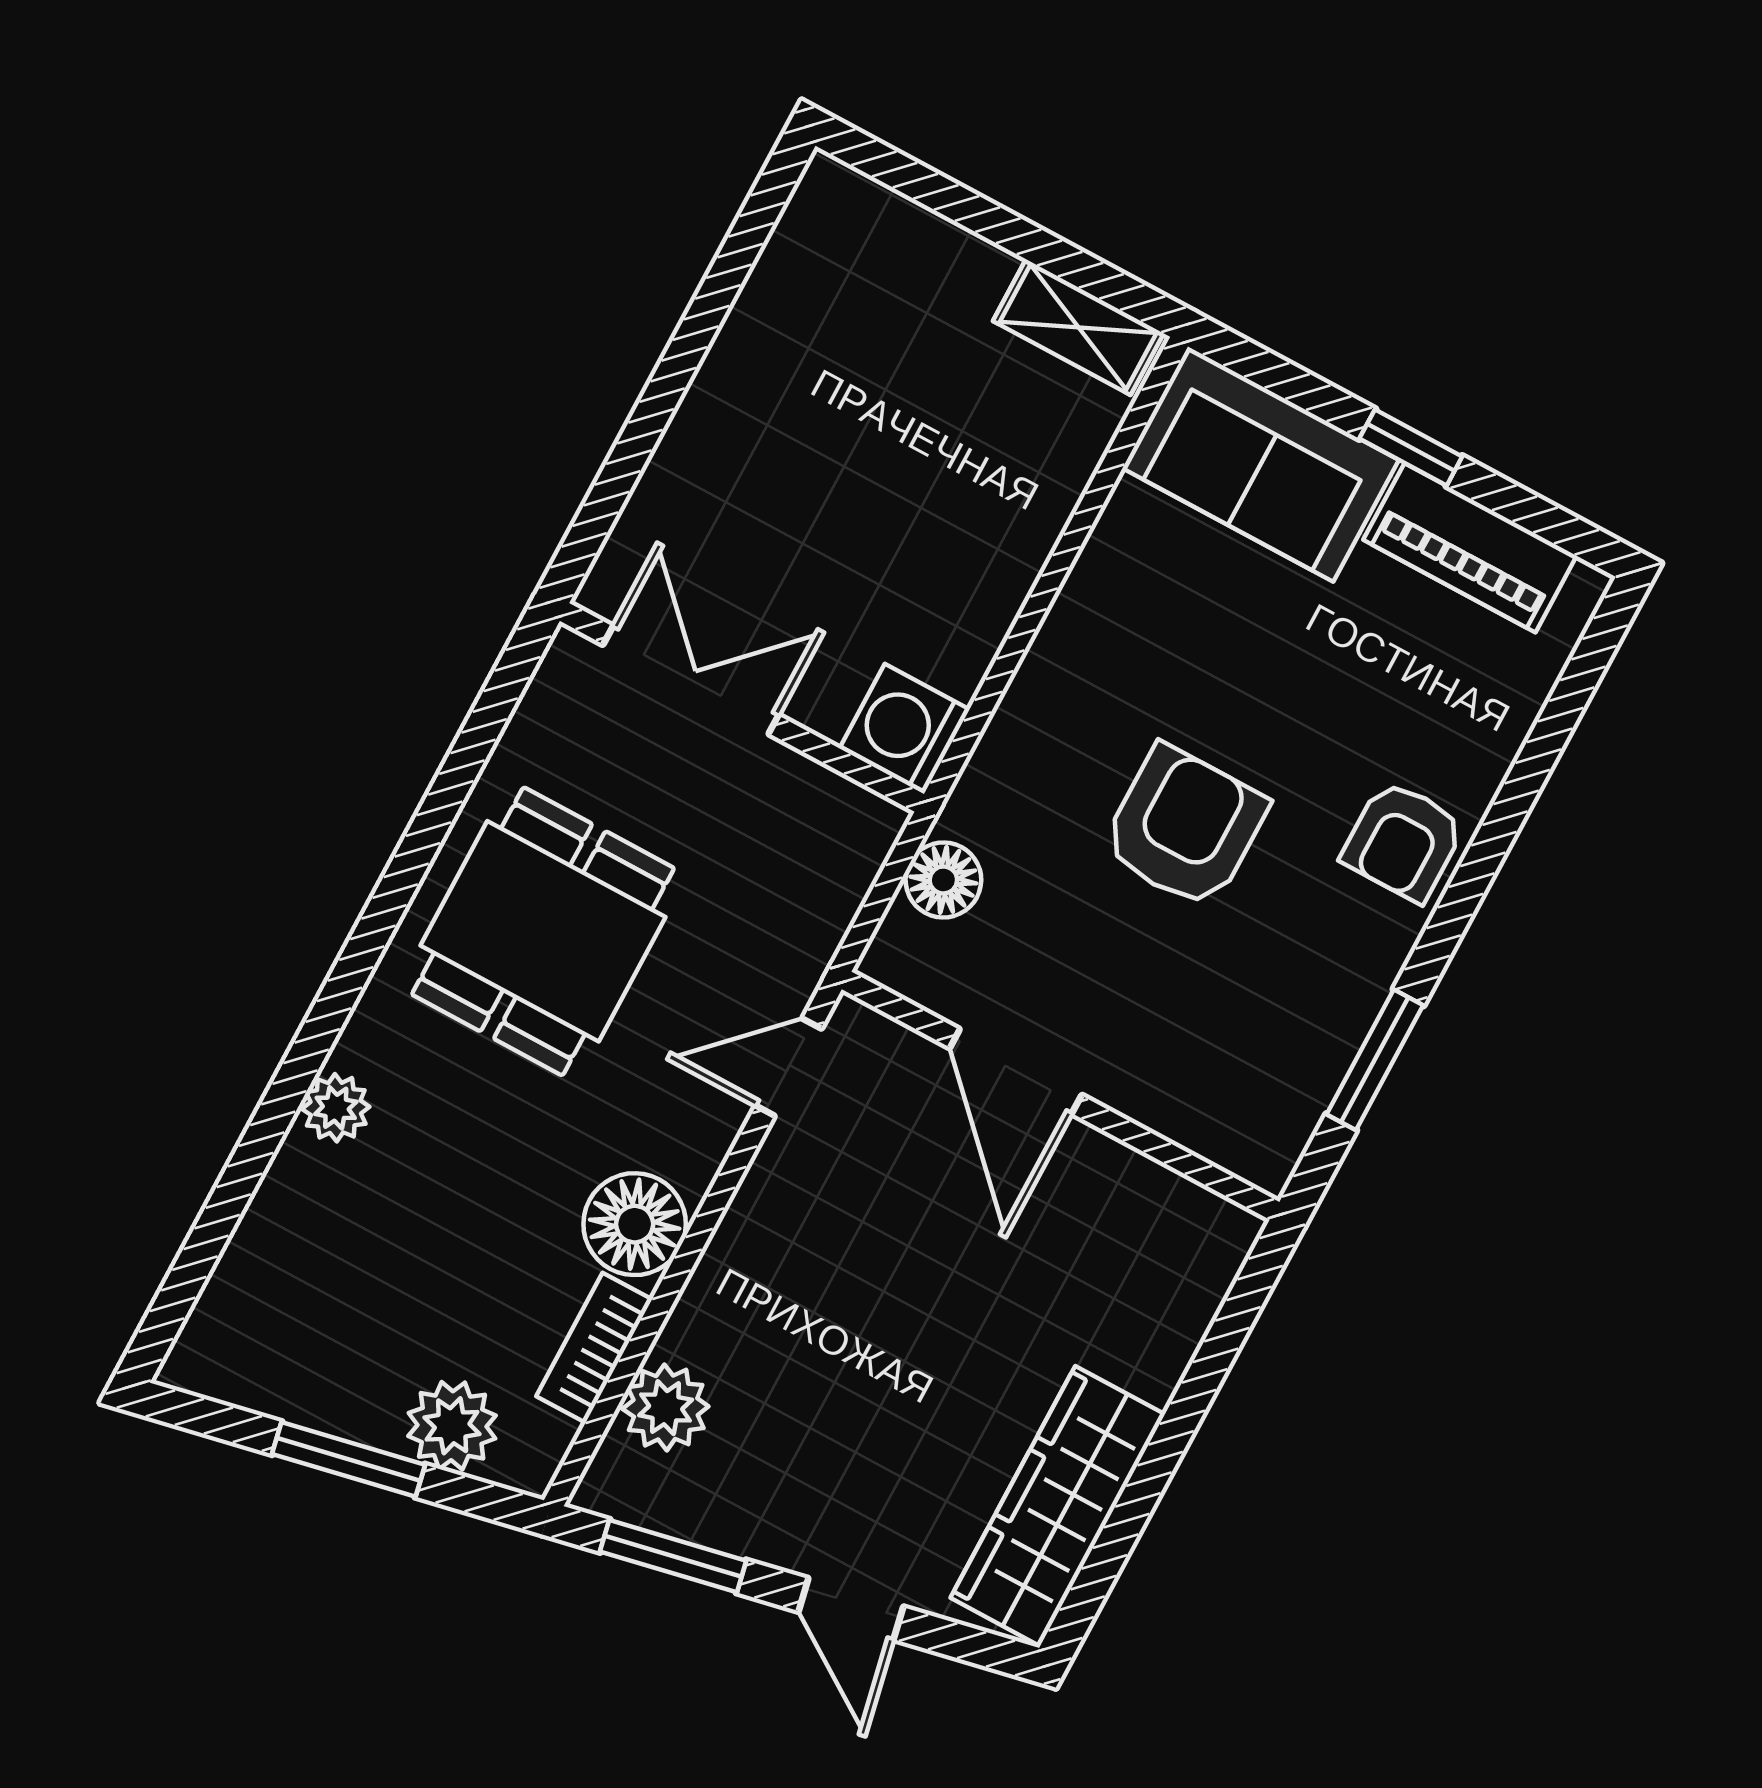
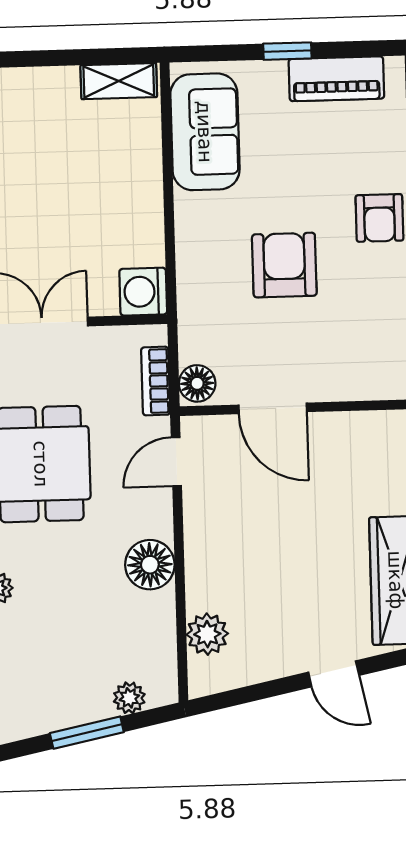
sofa: (1261, 464) -> (205, 132), moved, turned -90
floor lamp: (943, 880) -> (197, 383), moved
bookcase: (594, 1348) -> (156, 381), moved
plant: (452, 1426) -> (129, 698), width x0.73, depth x0.73
window: (673, 1556) -> (246, 695), removed

